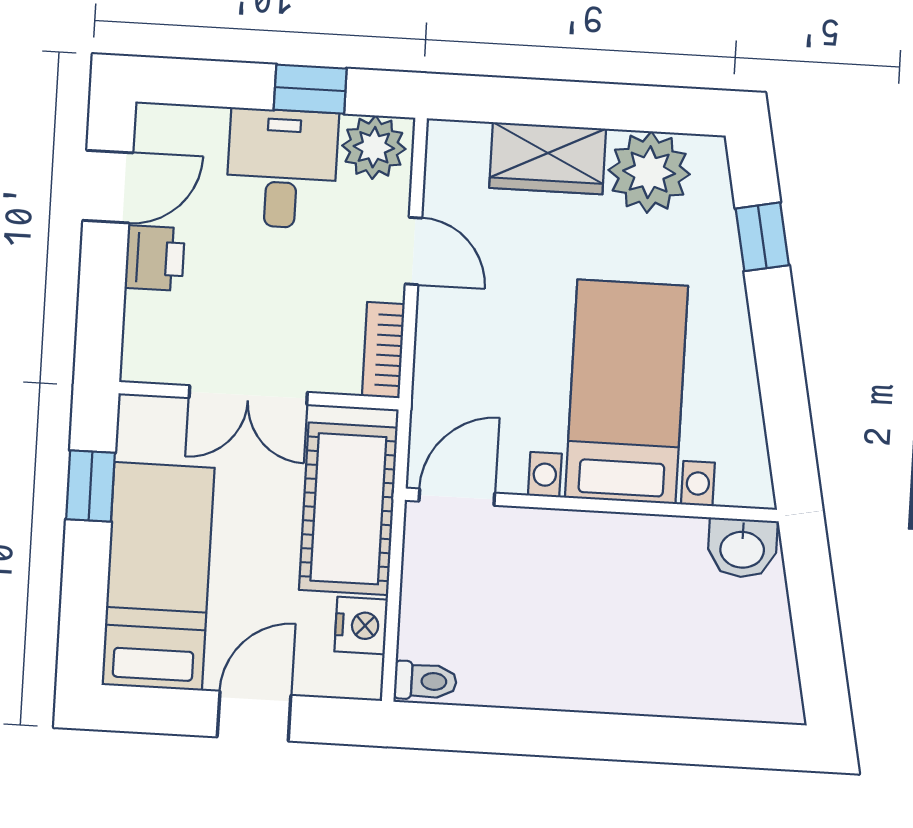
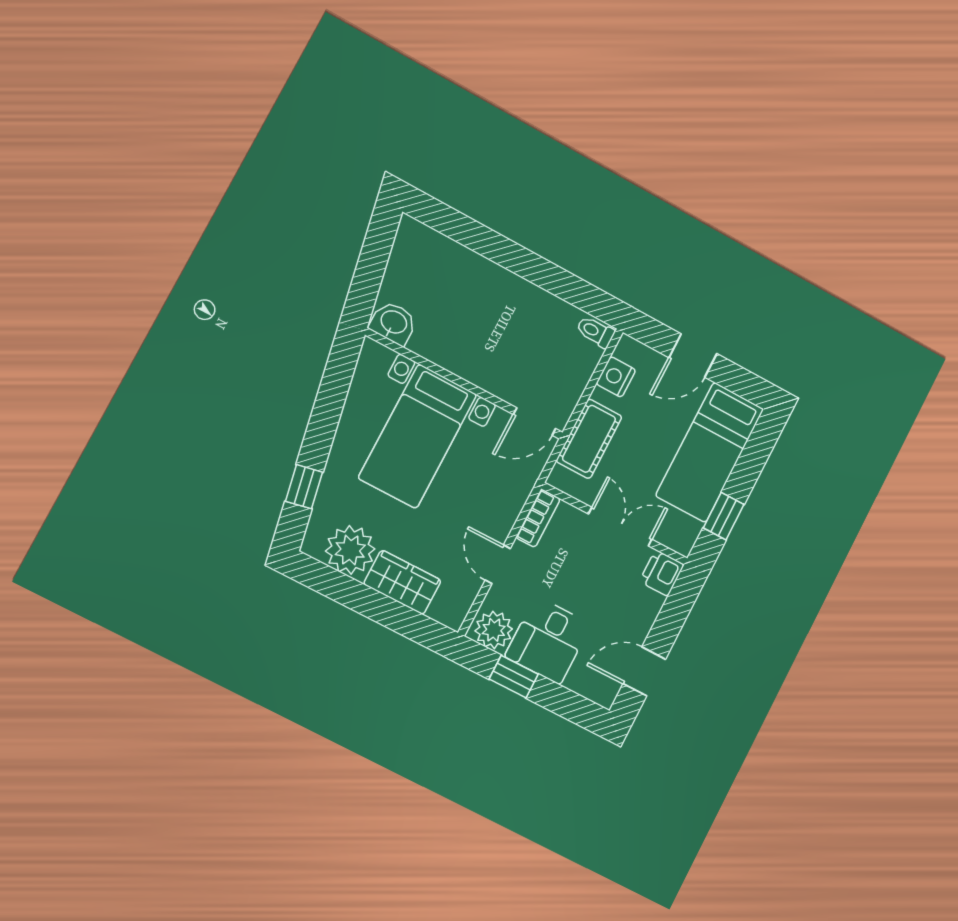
printer: (155, 258) -> (662, 573), moved
cot: (348, 509) -> (589, 439), width x0.73, depth x0.75

